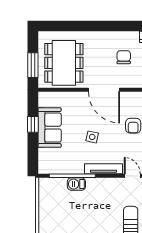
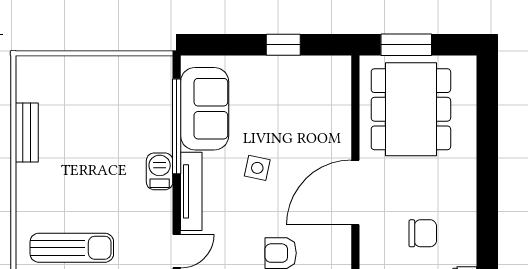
dining table: (64, 63) -> (411, 109), turned 90
sofa: (50, 128) -> (205, 109), moved, turned -90
barbecue: (76, 184) -> (160, 171), moved

